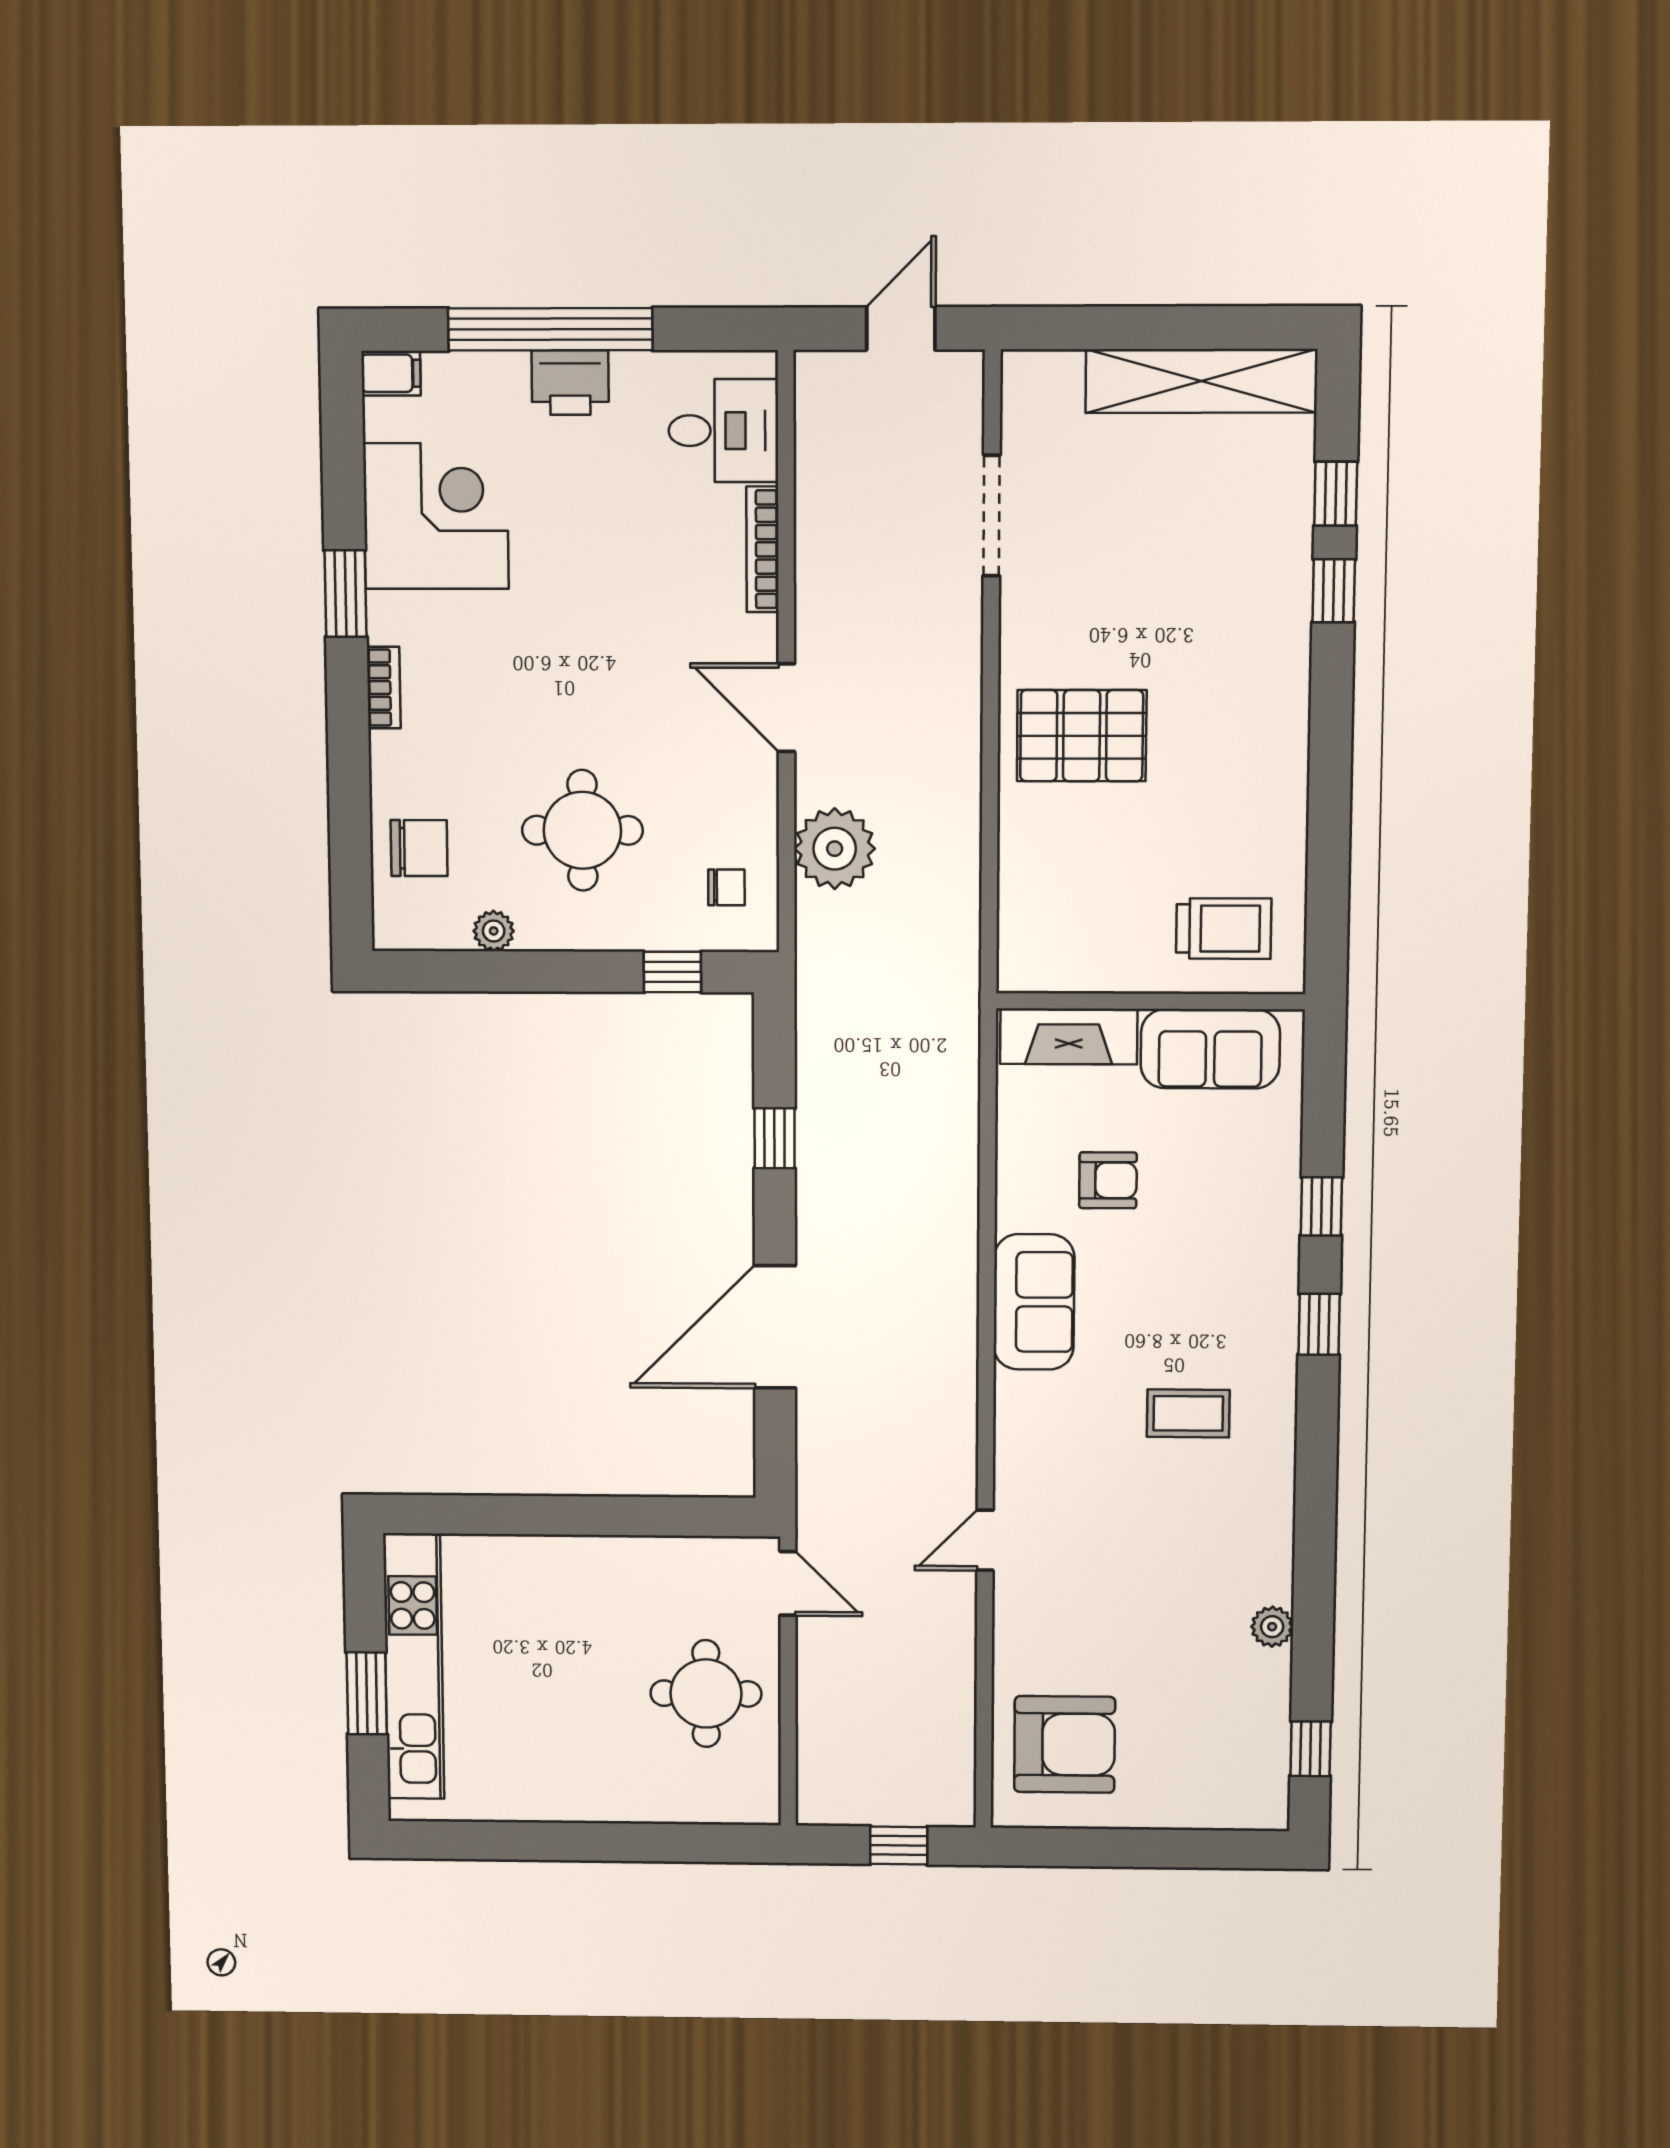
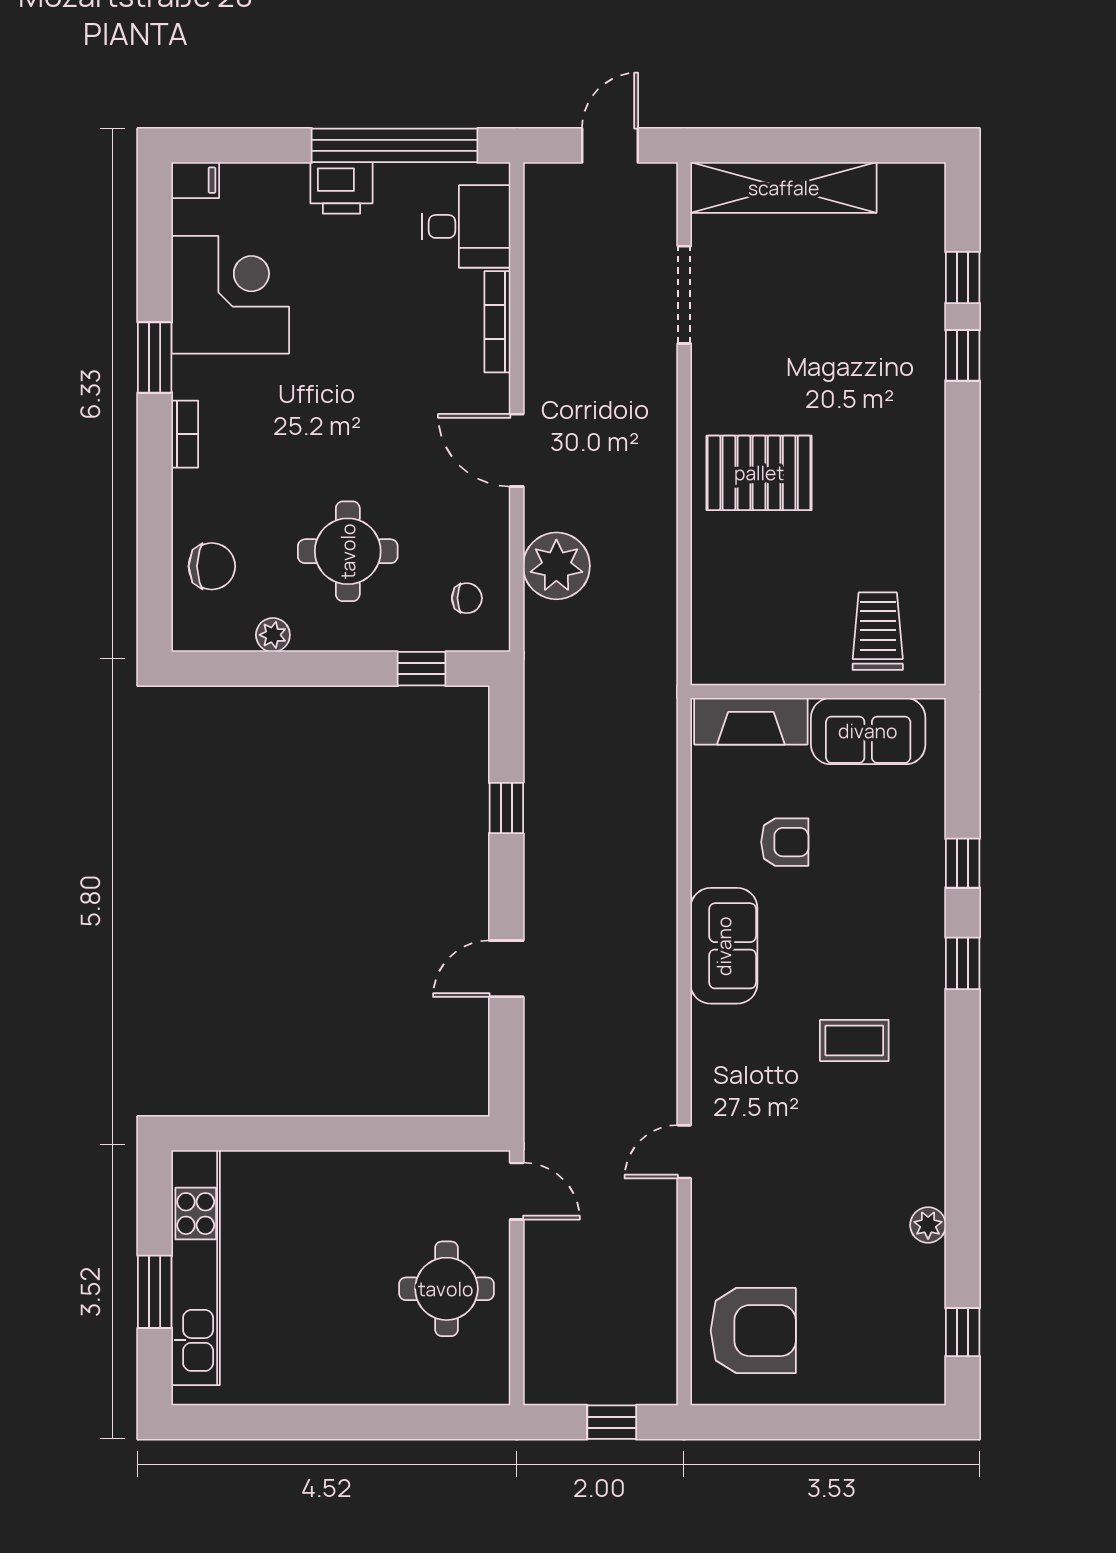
window: (550, 329) -> (395, 145), moved
shelving: (1201, 381) -> (784, 188), moved
trolley: (1224, 929) -> (878, 631), turned -90
door: (775, 1327) -> (506, 969), width x0.53

